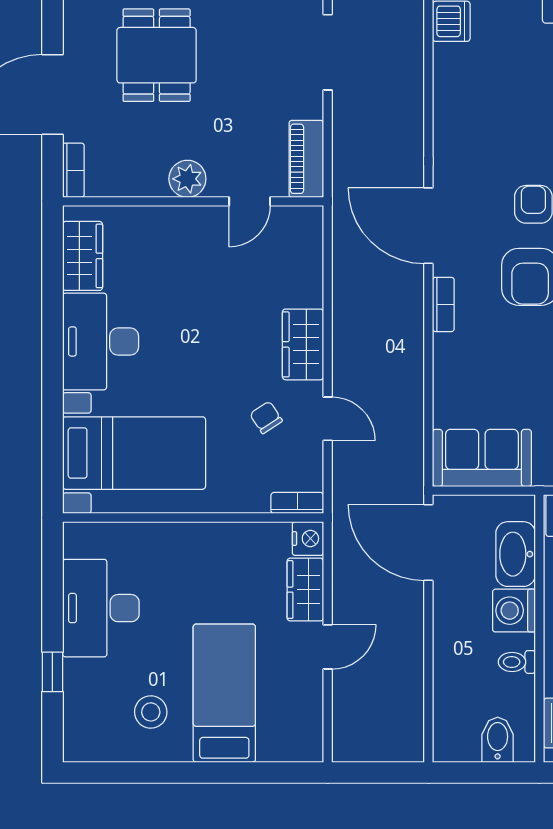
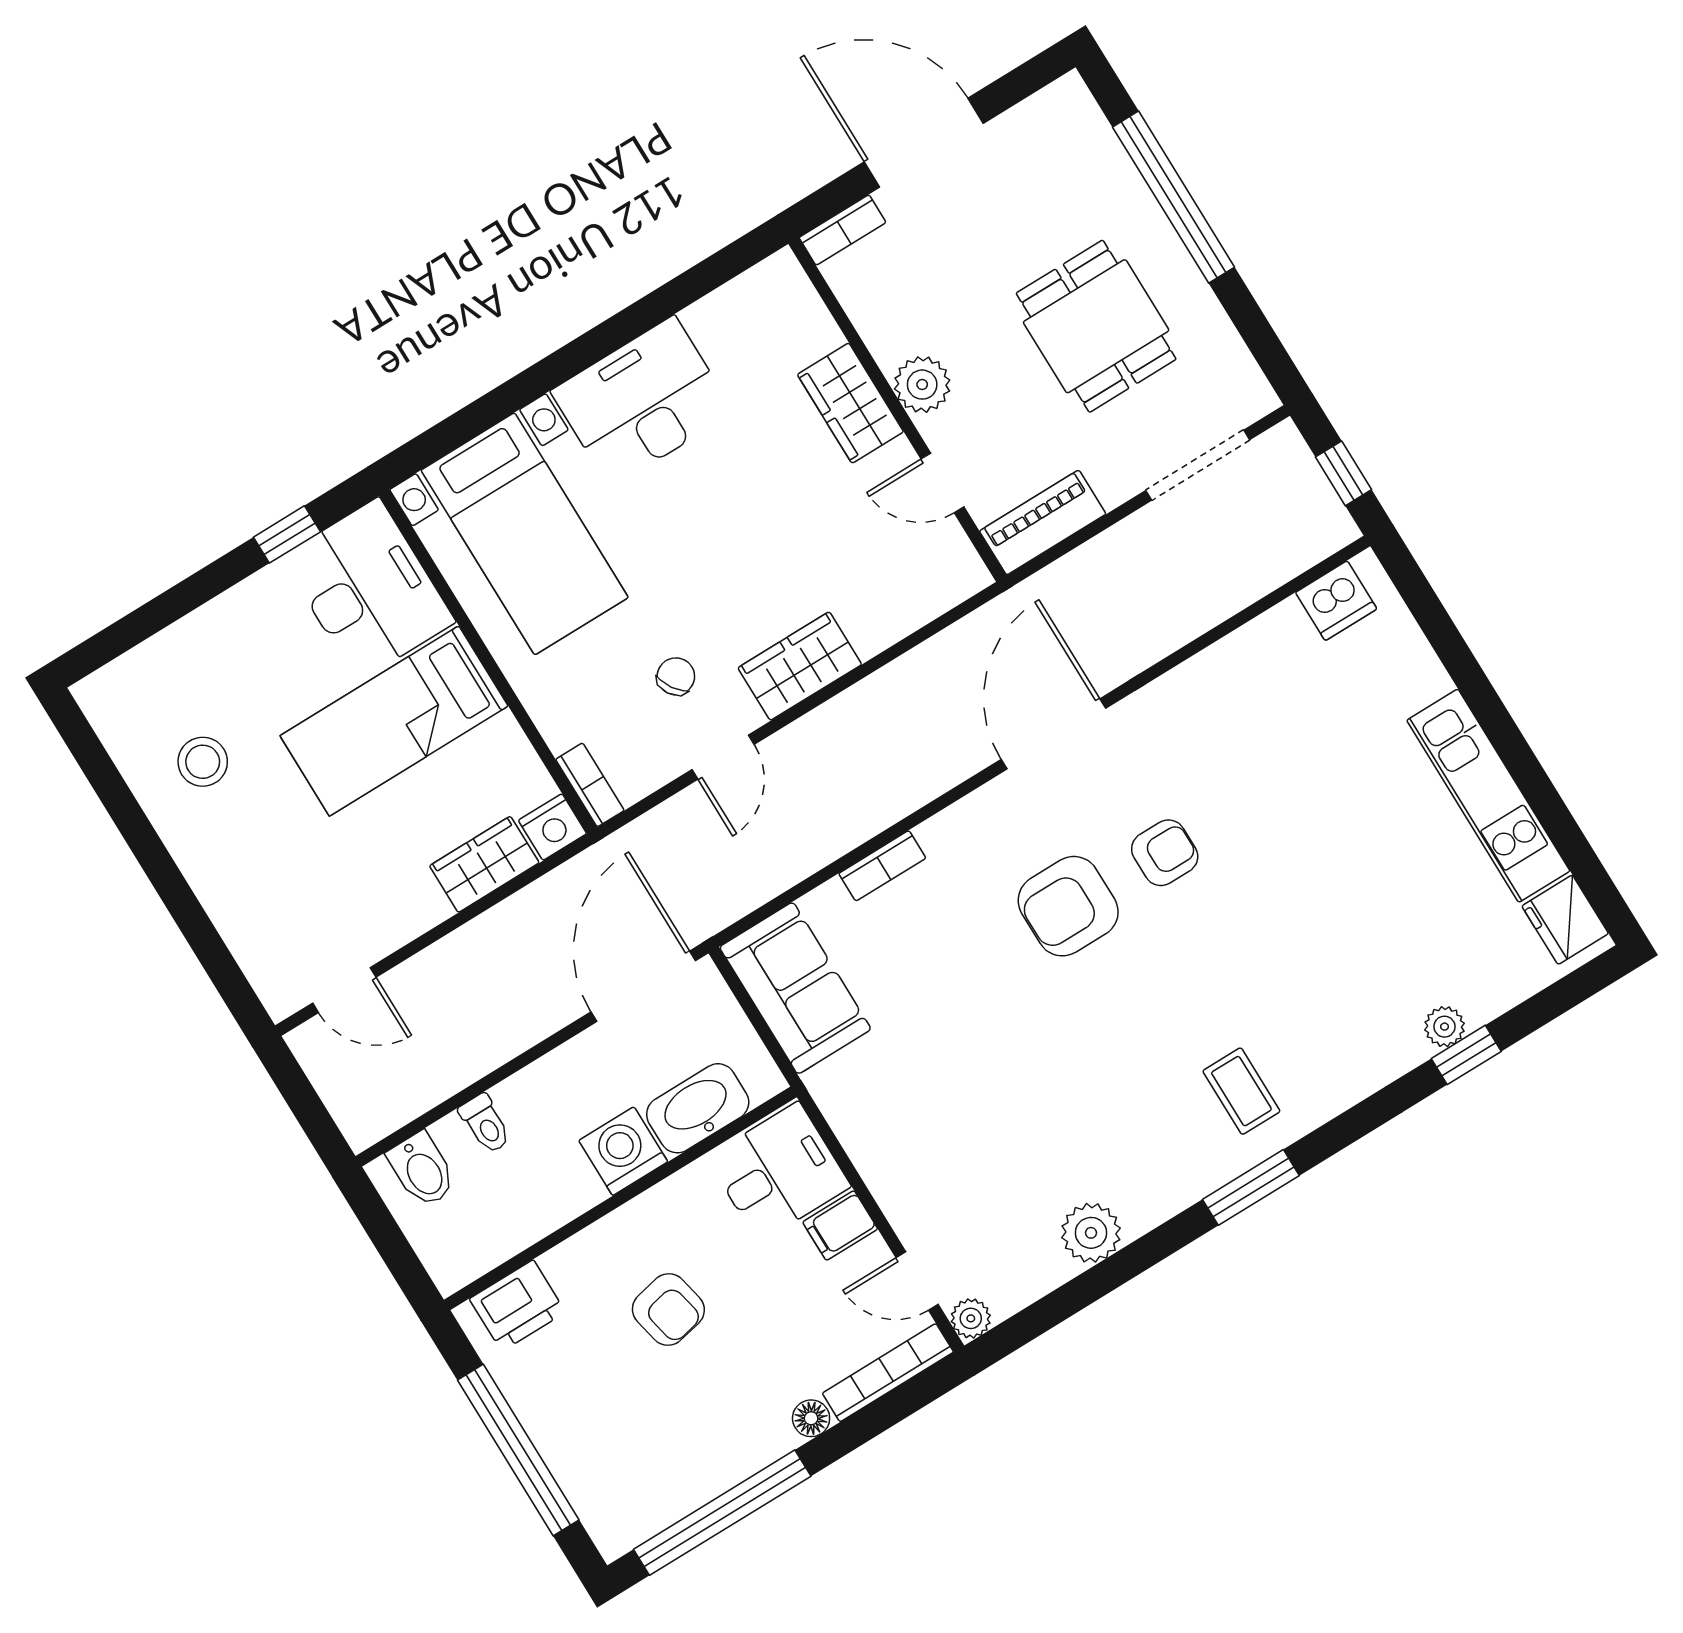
dining table: (157, 55) -> (1096, 326), moved, turned 90
wardrobe: (83, 256) -> (850, 403), moved, turned 90
bookcase: (443, 304) -> (882, 866), moved
desk: (101, 608) -> (368, 589), moved, turned 90
door: (328, 647) -> (344, 990), moved
toilet: (517, 662) -> (485, 1124), moved, turned 180
window: (52, 672) -> (287, 534), moved
bed: (224, 693) -> (394, 721), moved, turned 180
bidet: (498, 740) -> (422, 1170), moved, turned 90

